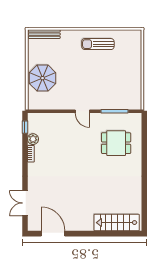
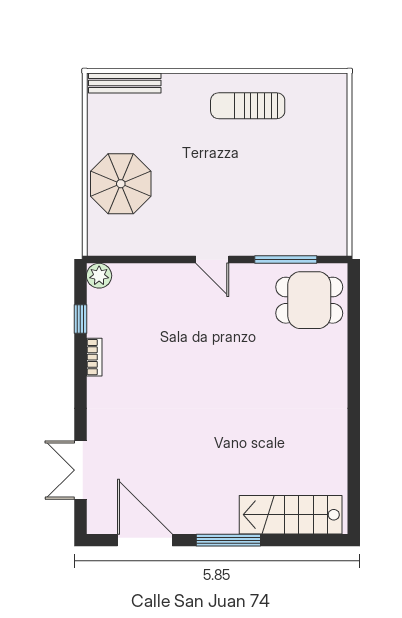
window: (25, 127) -> (80, 319), moved
plant: (33, 139) -> (99, 276), moved
dining table: (116, 143) -> (309, 300), moved
window: (89, 234) -> (228, 540), added

